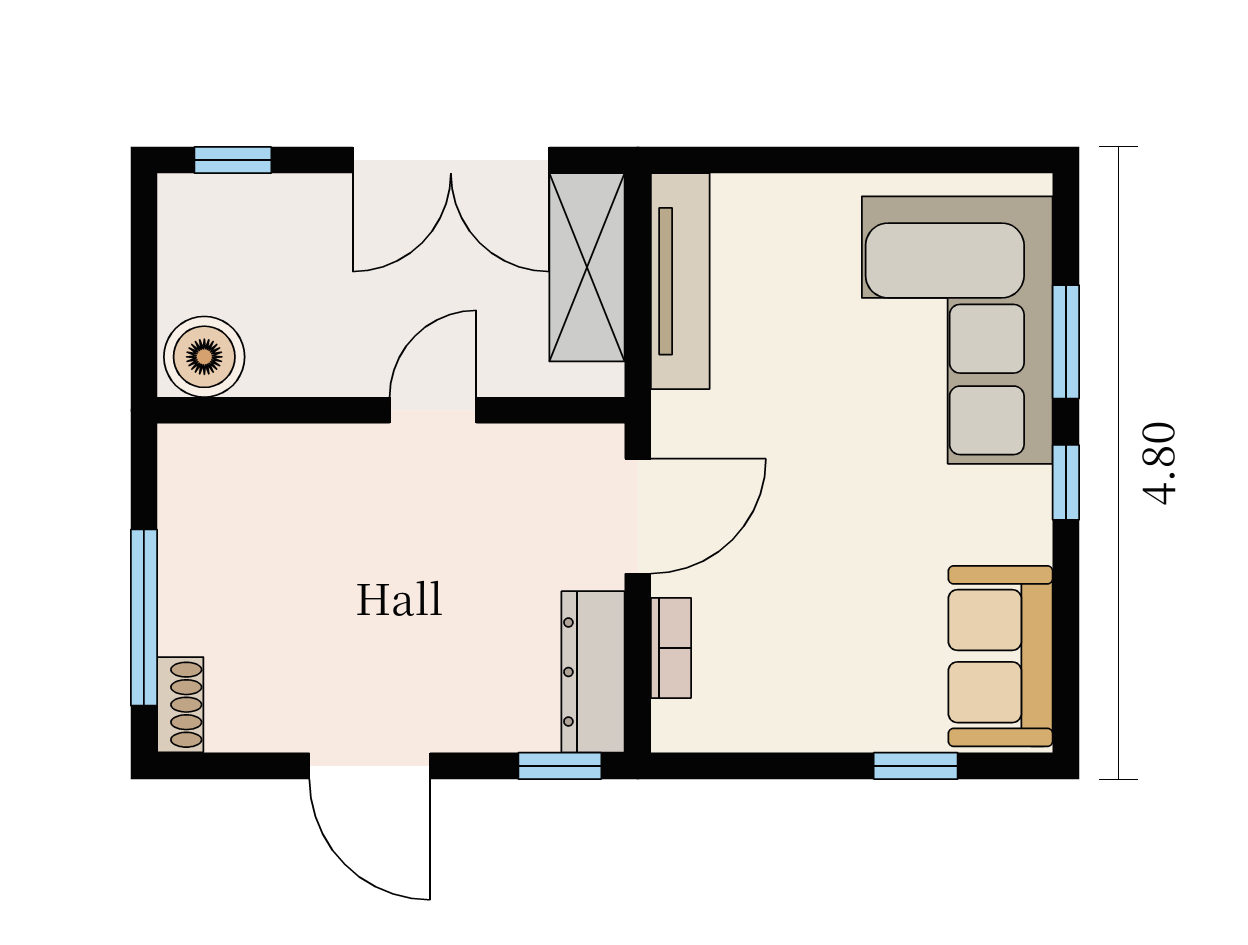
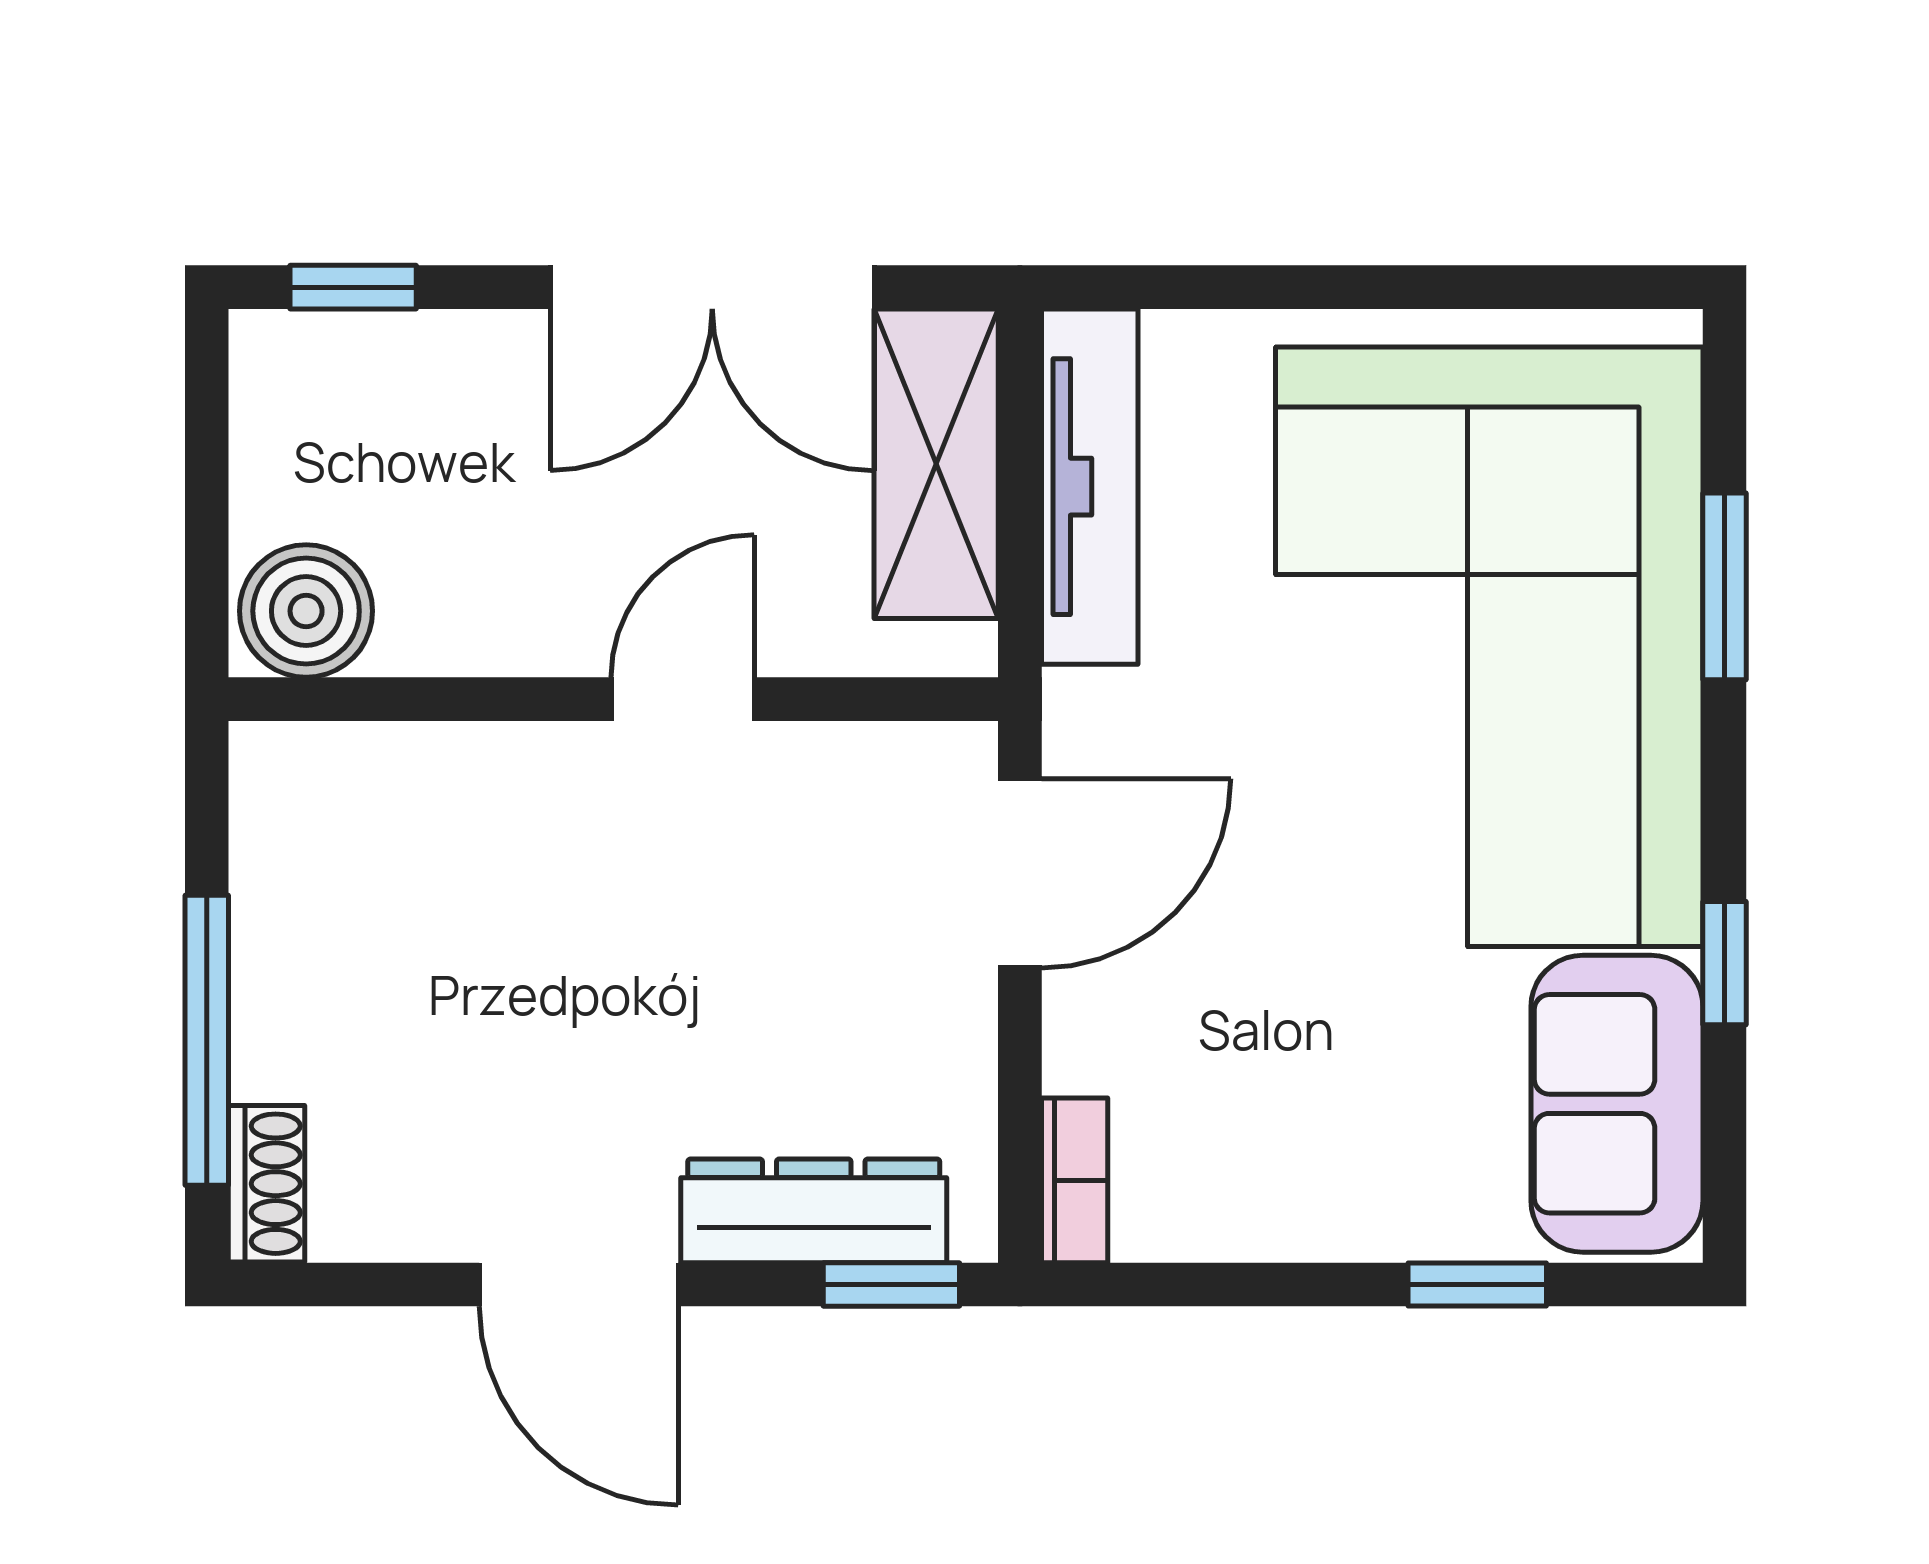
corner sofa: (957, 330) -> (1489, 647), width x1.36, depth x1.36
window: (1066, 482) -> (1725, 963), moved
bookcase: (671, 648) -> (1075, 1180), moved
dresser: (593, 672) -> (814, 1211), moved, turned 90

